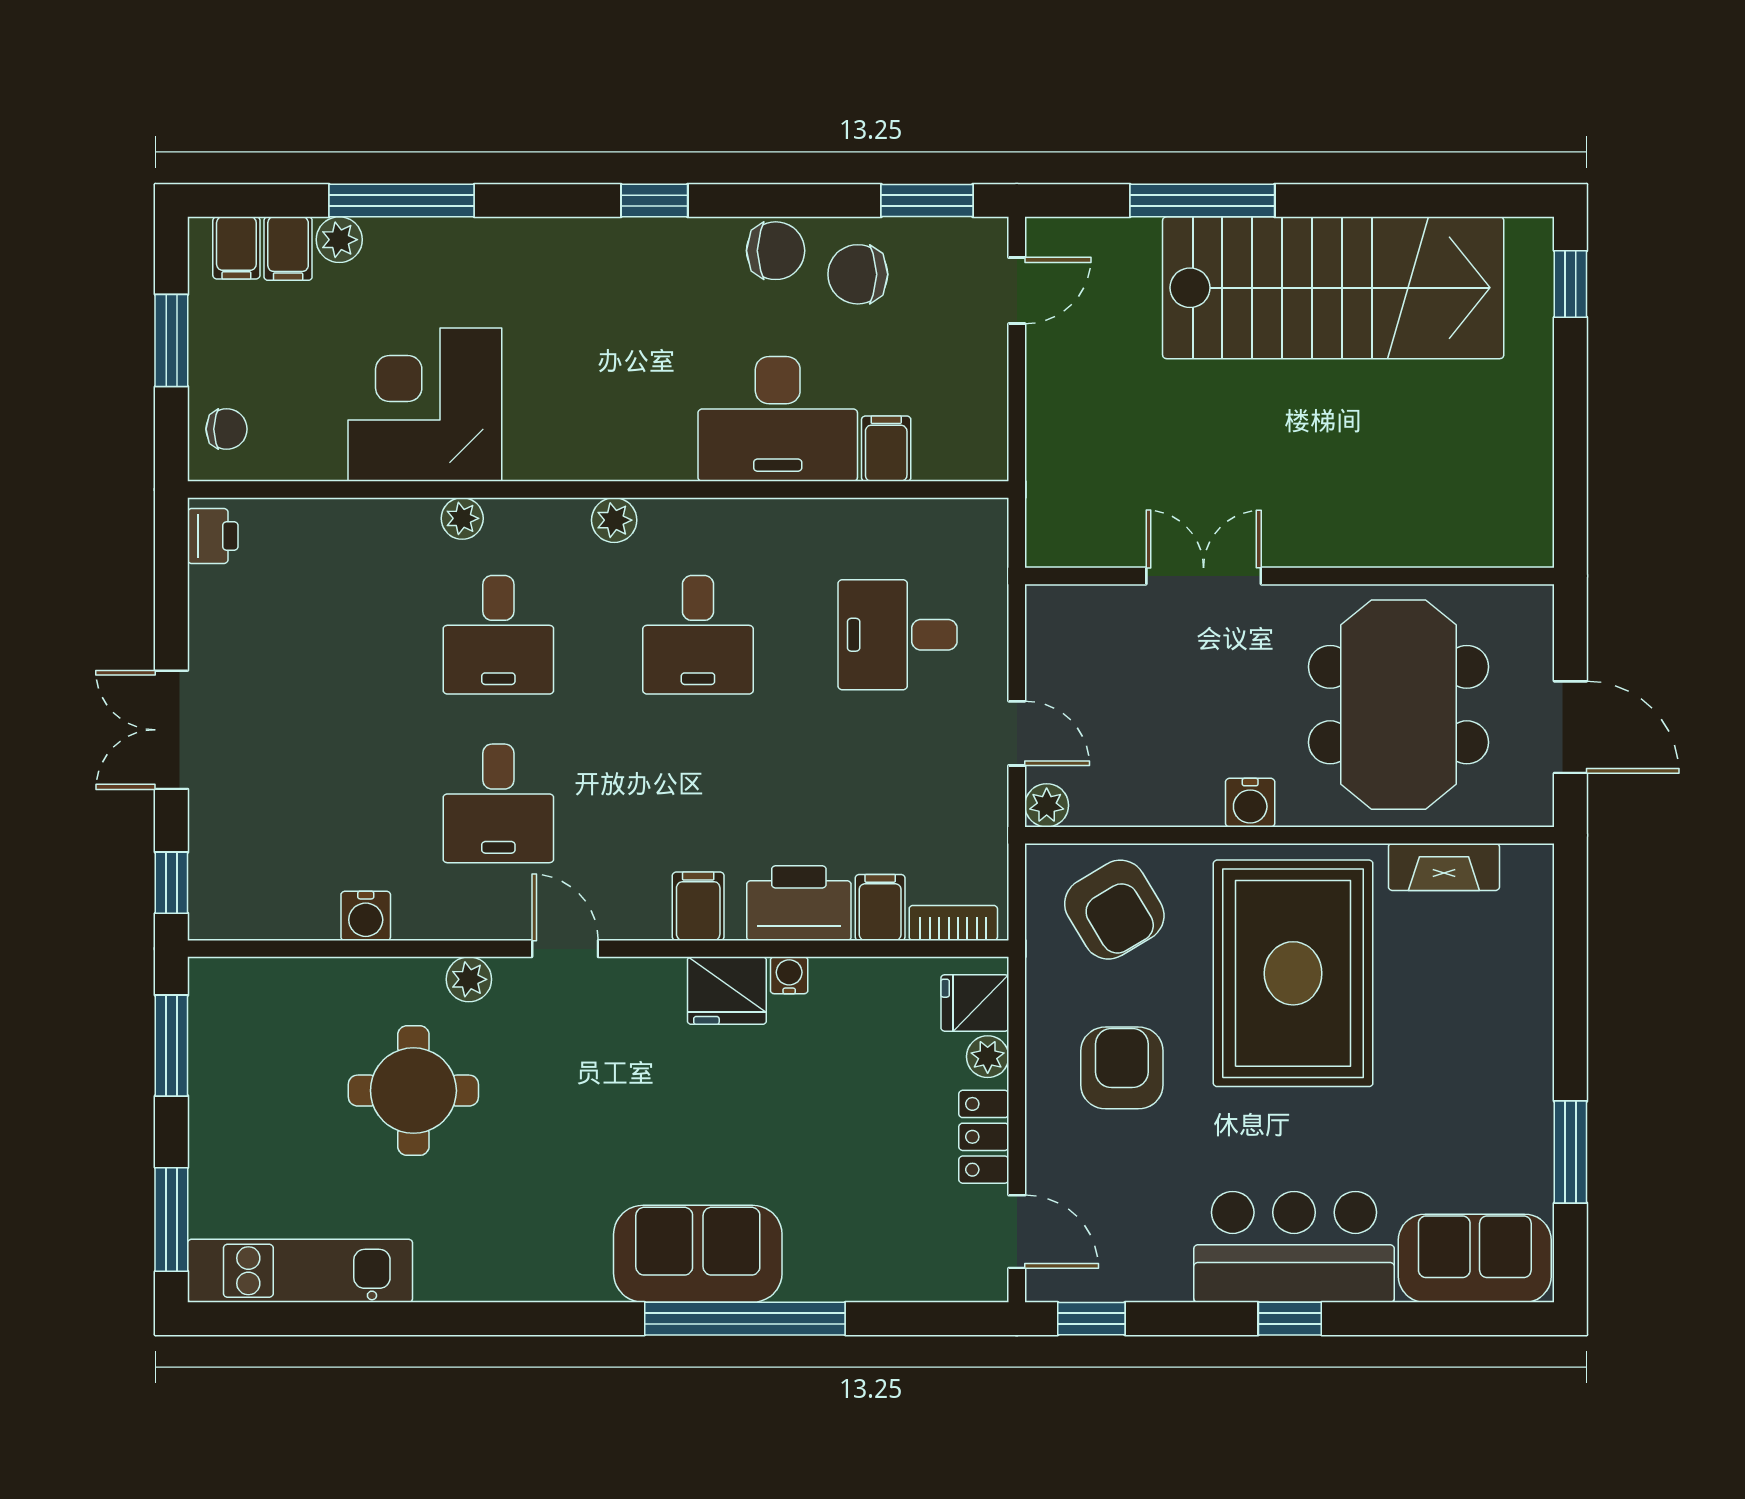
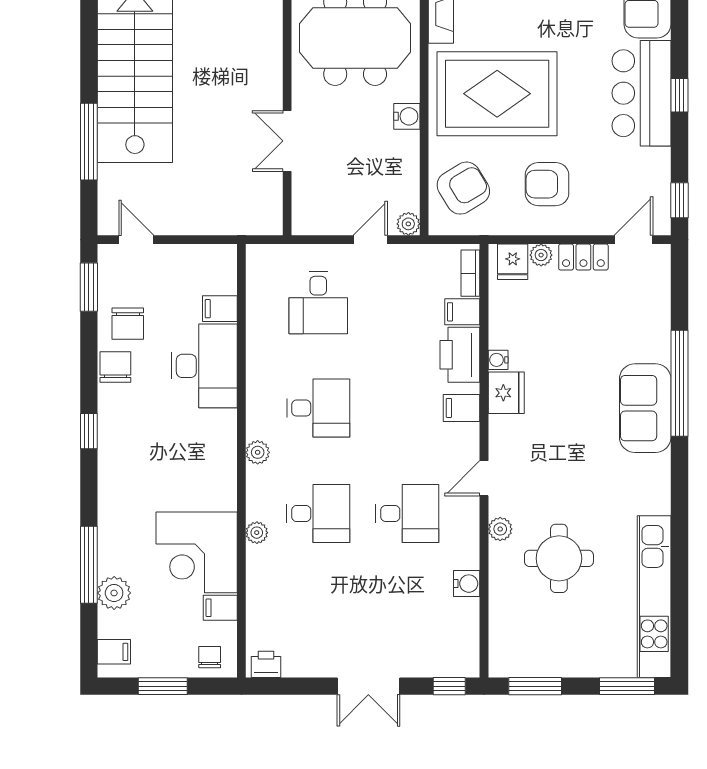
plant: (339, 240) -> (114, 593), width x1.38, depth x1.38
filing cabinet: (288, 249) -> (220, 608), moved, turned 180
kitchen unit: (300, 1271) -> (654, 597), width x1.36

